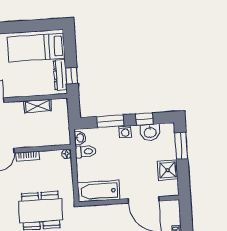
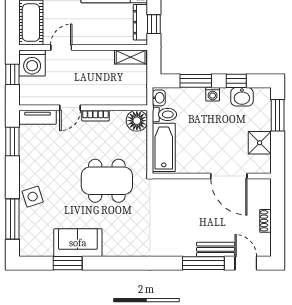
shelving: (38, 106) -> (131, 57), moved
floor lamp: (67, 154) -> (137, 121), width x1.89, depth x1.89
bathtub: (99, 191) -> (164, 147), moved, turned 90

